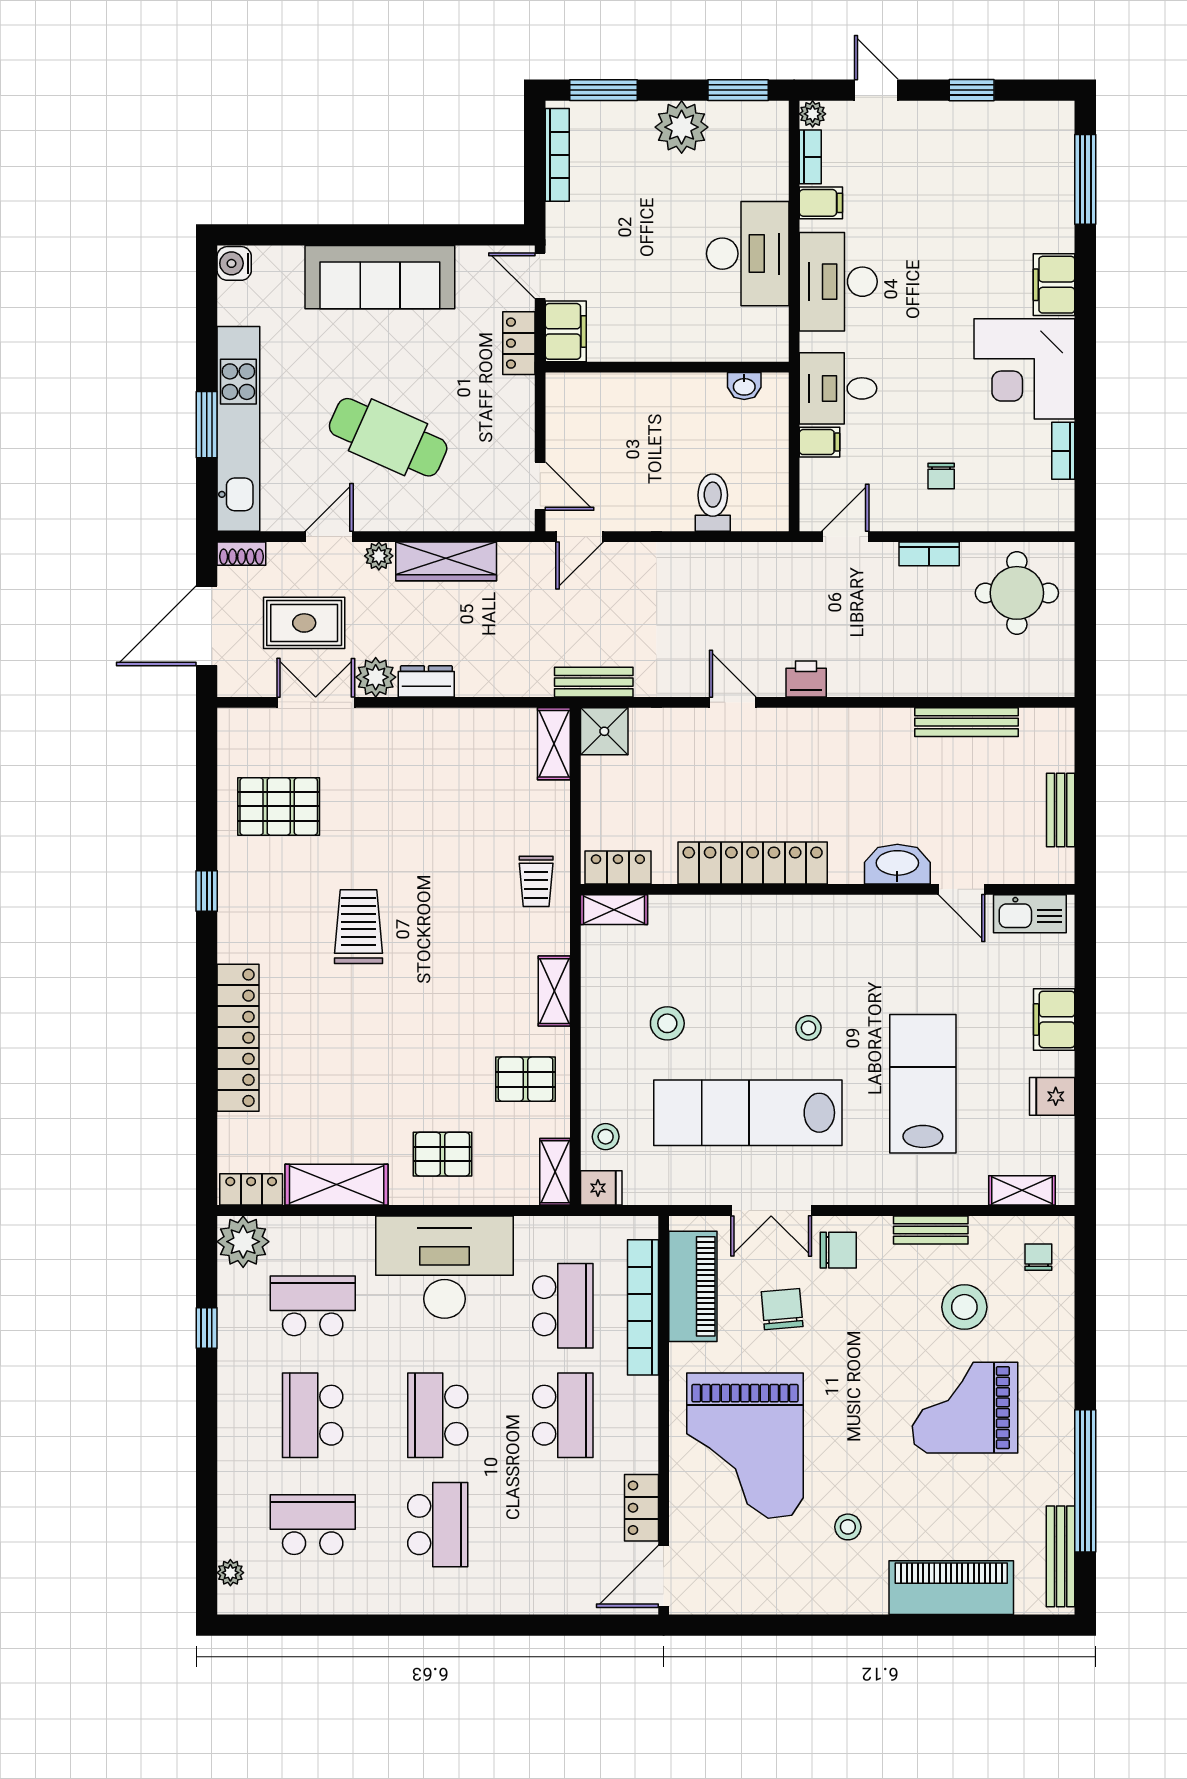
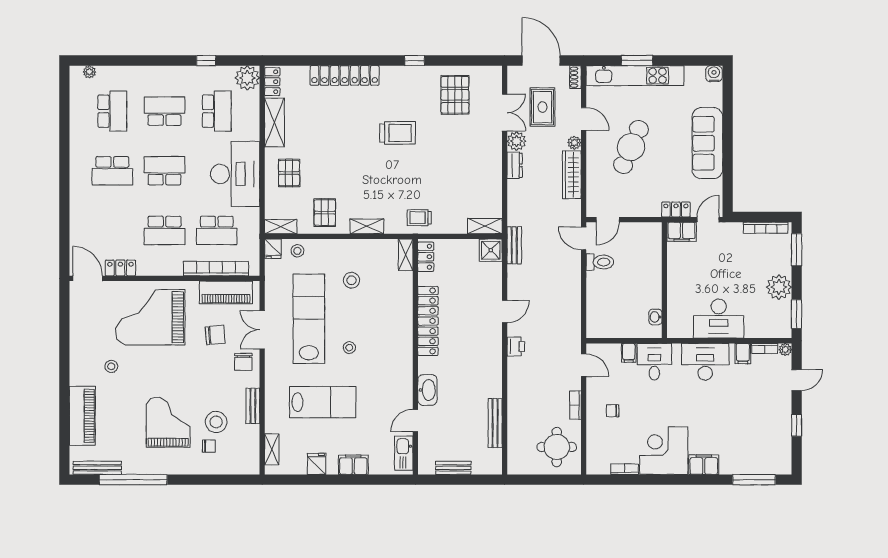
toilet: (713, 503) -> (600, 262), moved
chair: (1038, 1257) -> (209, 446), moved

